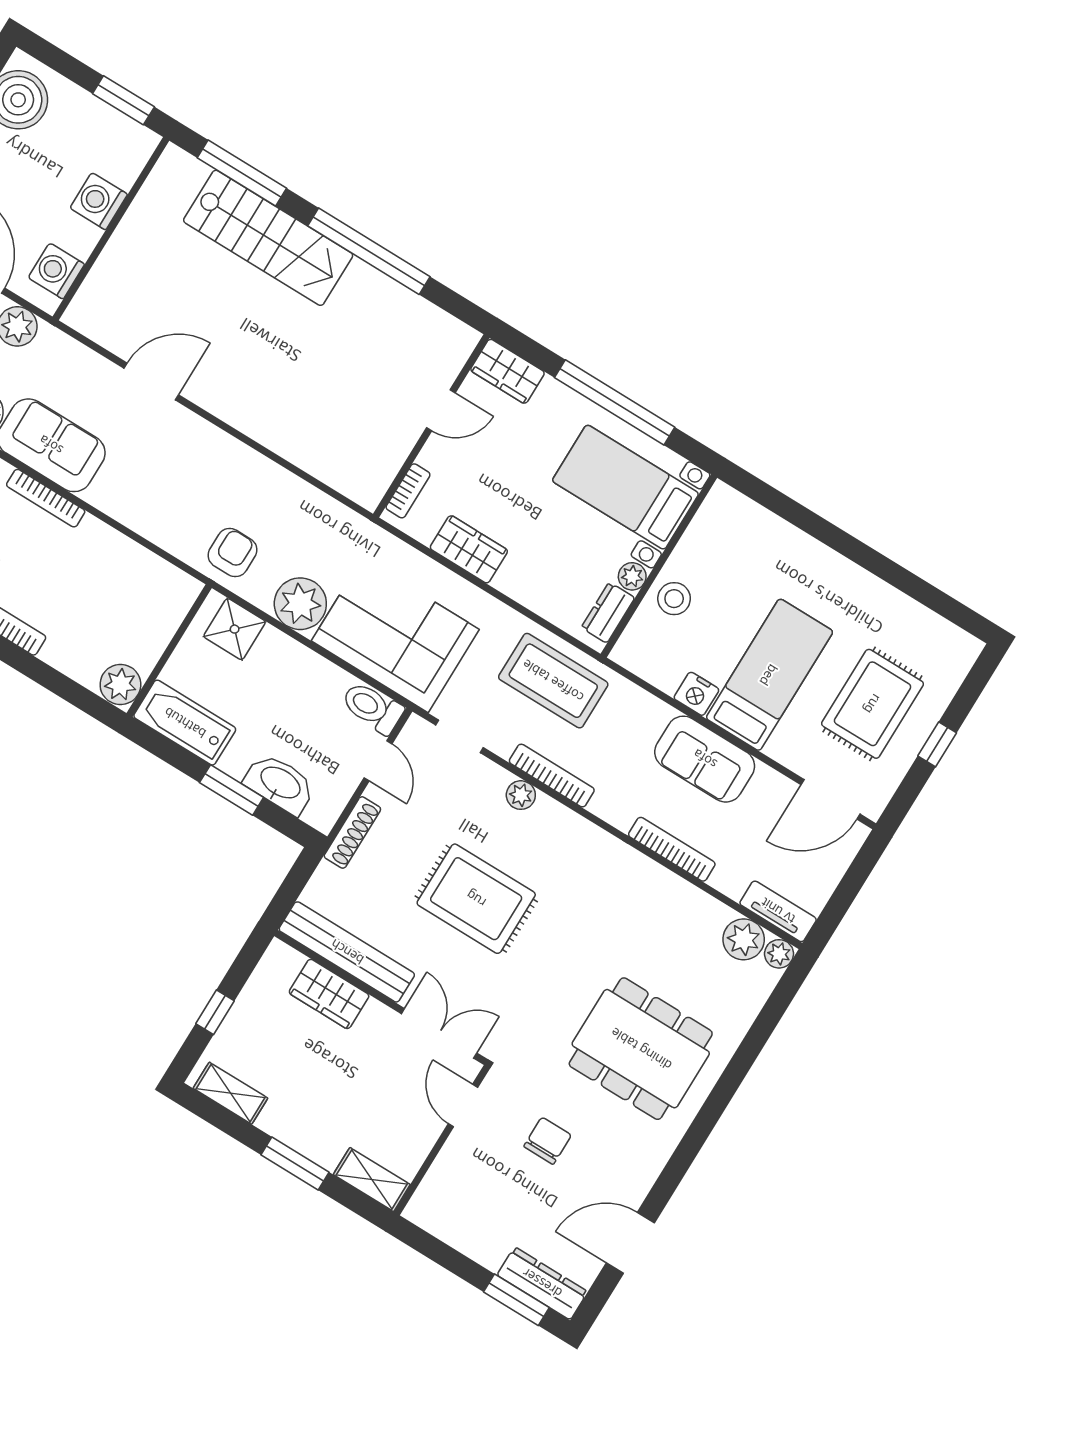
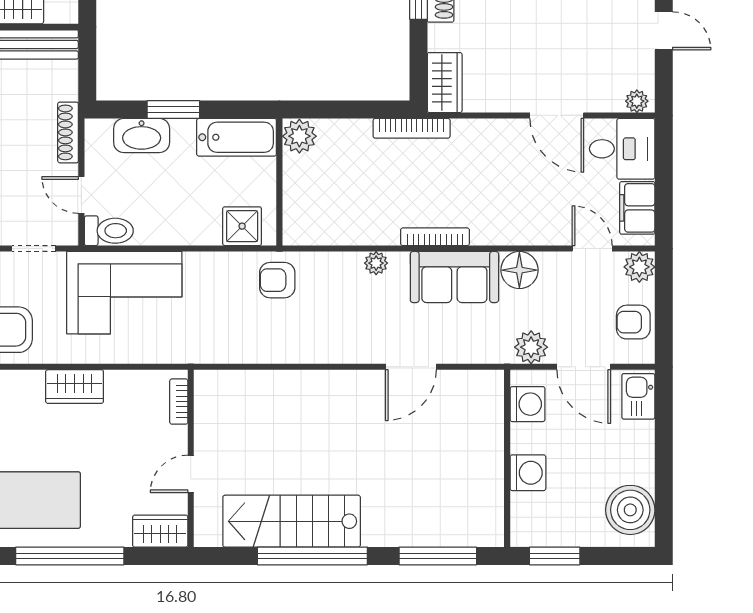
stairs: (268, 238) -> (292, 521), moved
wardrobe: (469, 549) -> (75, 387), moved
armchair: (233, 553) -> (277, 280), turned 90
plant: (300, 604) -> (376, 263), moved, width x0.53, depth x0.53

